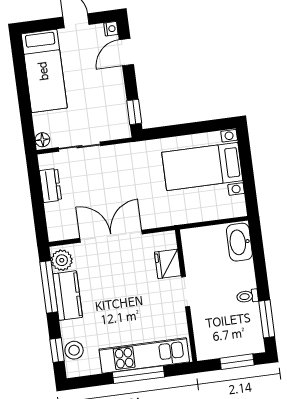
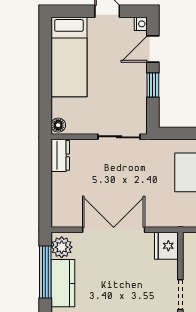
window: (134, 112) -> (153, 85), moved
sliding door: (79, 147) -> (119, 137), moved
dresser: (50, 185) -> (60, 155), moved
fridge: (168, 264) -> (166, 246), moved

